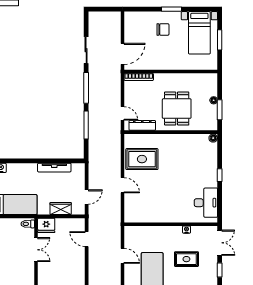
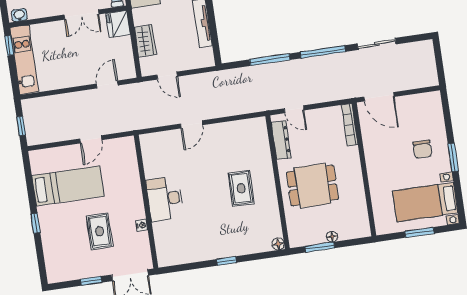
door: (123, 113) -> (294, 109), hinge flipped
rug: (142, 159) -> (241, 188), moved, width x0.73, depth x0.70
desk: (206, 203) -> (165, 199), moved, turned 90

